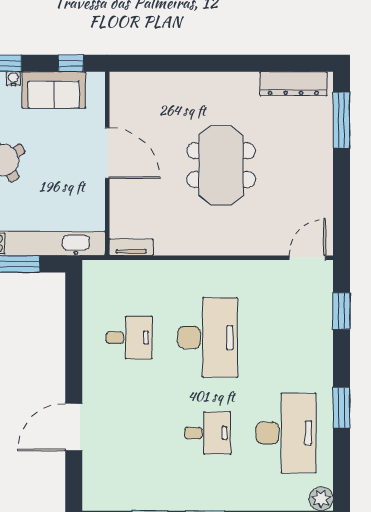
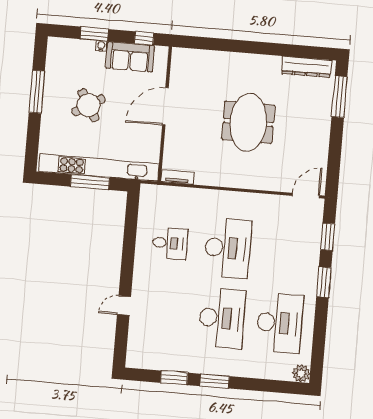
door: (107, 153) -> (165, 106), swing flipped
window: (341, 408) -> (324, 282), moved
door: (74, 427) -> (124, 306), width x0.53
desk: (208, 433) -> (222, 318), width x1.87, depth x1.30

